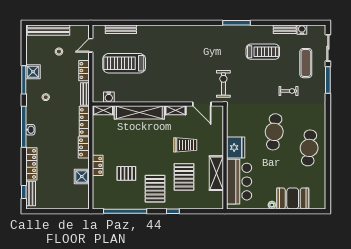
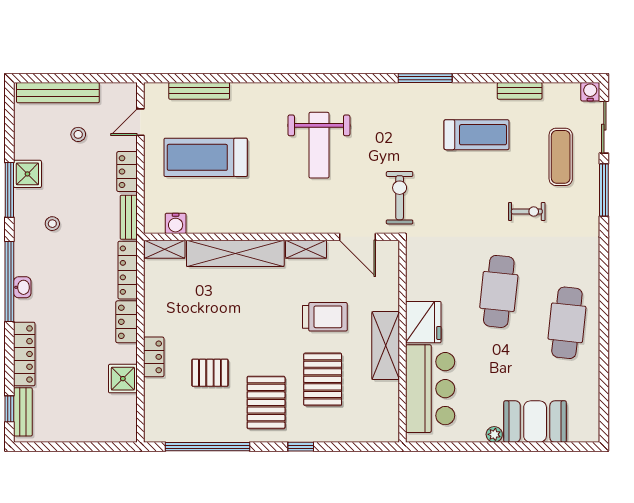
water cooler: (302, 30) -> (590, 92), moved
weight bench: (182, 57) -> (319, 145), added
shelving: (216, 173) -> (386, 346), moved

